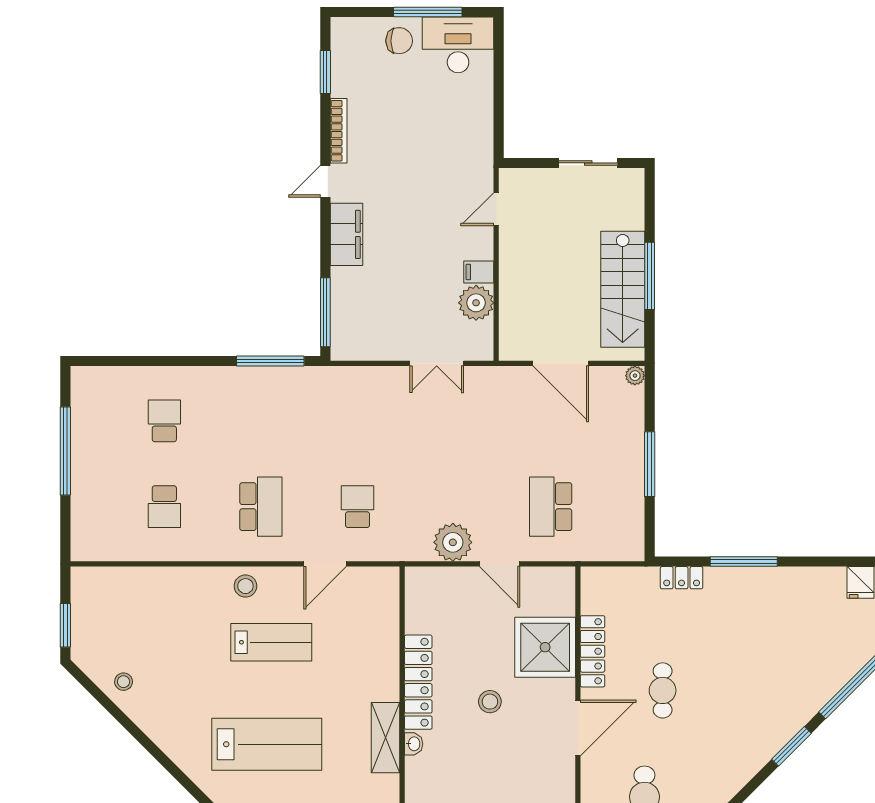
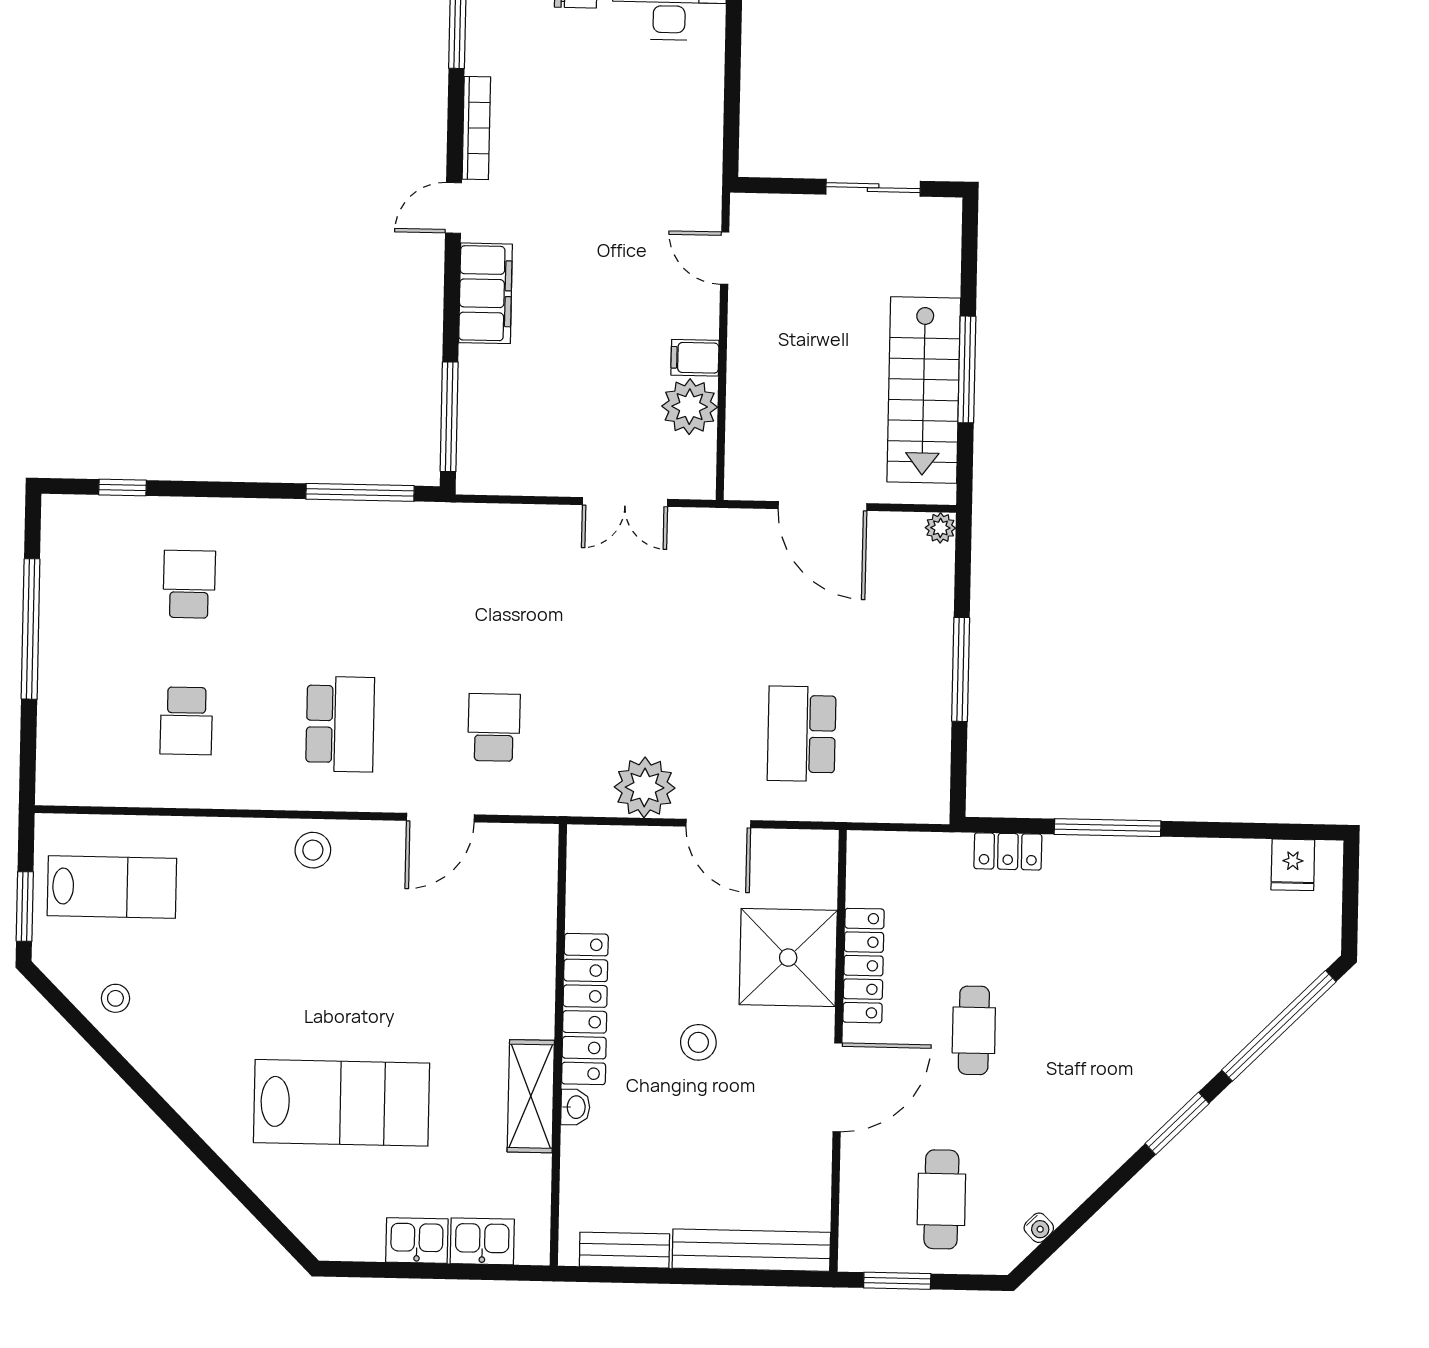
door: (496, 209) -> (725, 258), hinge flipped
window: (121, 361) -> (123, 487), added
lab bench: (271, 642) -> (112, 887), moved

